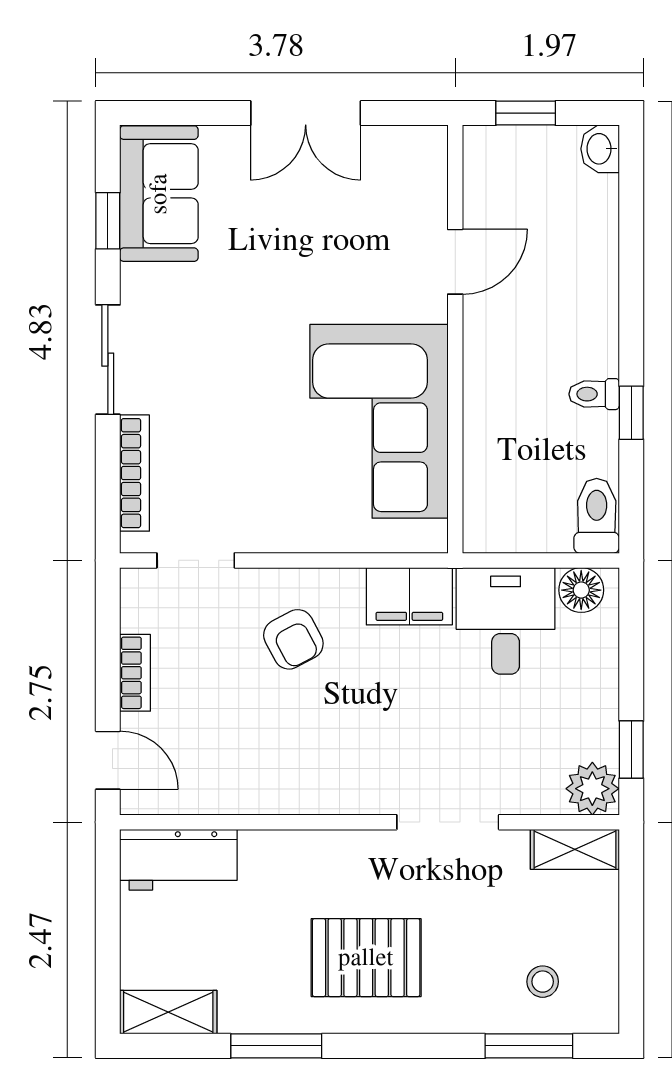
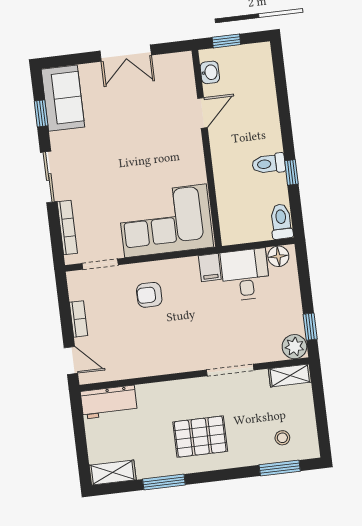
washbasin: (600, 149) -> (210, 72), moved, turned 180
toilet: (594, 394) -> (269, 164), width x1.37, depth x1.39
corner sofa: (379, 421) -> (165, 221), moved, turned 90
filing cabinet: (409, 596) -> (210, 267), width x0.50
armchair: (293, 639) -> (149, 295), turned 118

